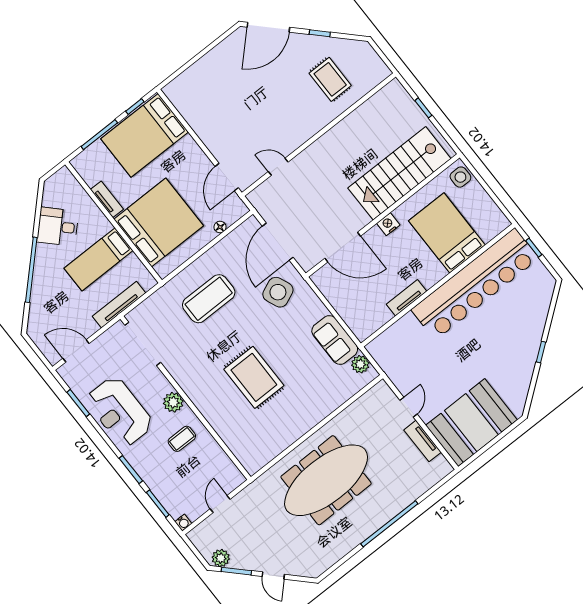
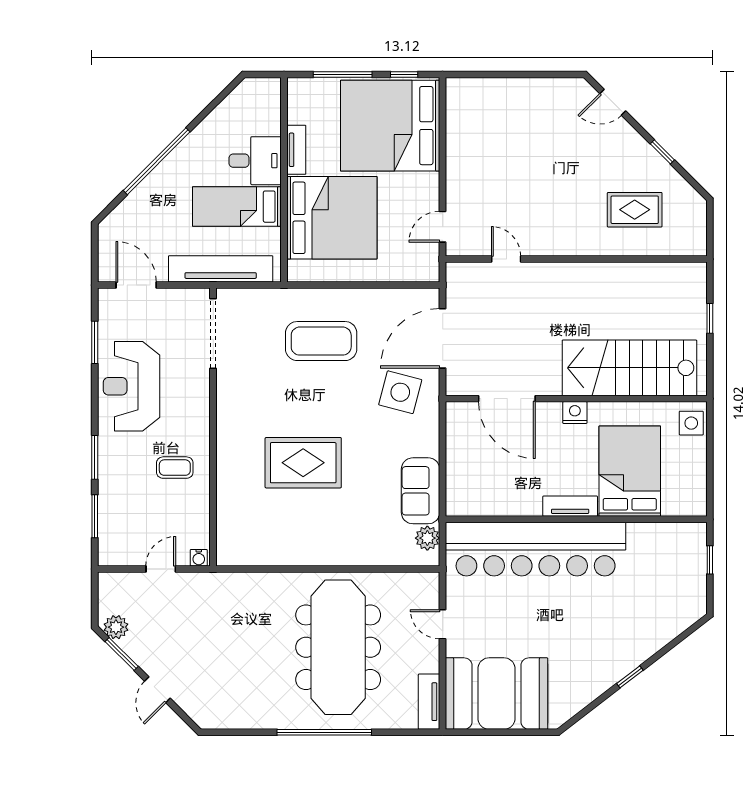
door: (268, 27) -> (613, 102), width x0.53
rug: (330, 79) -> (635, 210), turned 90
bed: (145, 135) -> (390, 126), width x1.36
door: (227, 177) -> (443, 227), width x0.73
desk: (58, 227) -> (255, 161), moved, turned 135
floor lamp: (220, 227) -> (393, 274), removed
bar counter: (475, 284) -> (536, 549), moved
side table: (278, 292) -> (400, 392), turned 38
tv unit: (406, 298) -> (570, 506), moved
tv unit: (119, 305) -> (221, 269), width x1.36, depth x1.29
rug: (254, 377) -> (303, 463), turned 90
plant: (173, 402) -> (196, 421), removed
door: (408, 407) -> (443, 624), swing flipped
tv unit: (423, 441) -> (429, 702), moved
meeting table: (326, 480) -> (338, 647), moved, turned 90
water cooler: (183, 523) -> (199, 558), moved

